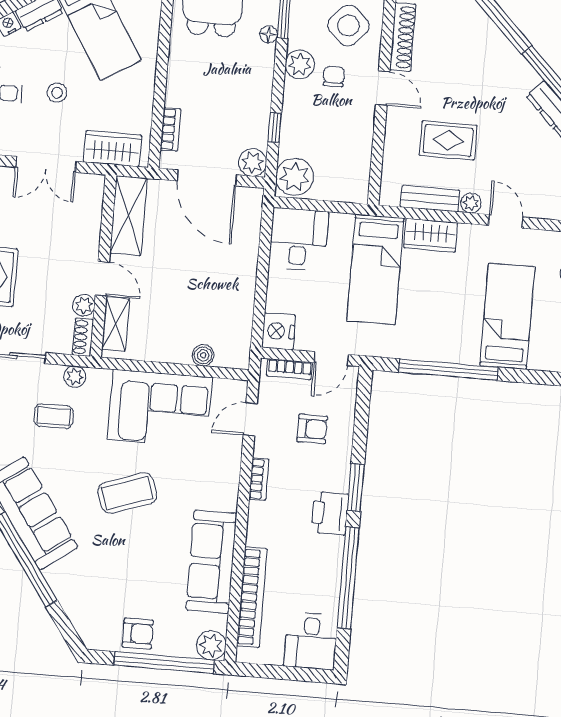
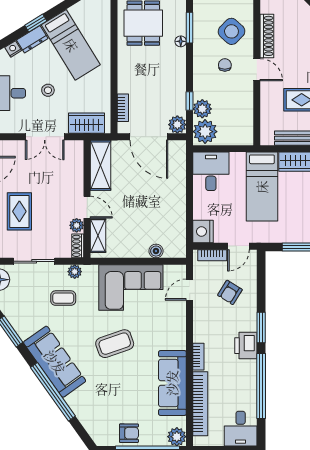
plant: (300, 64) -> (202, 109), moved
armchair: (312, 429) -> (230, 292), turned 122
bookcase: (259, 479) -> (198, 357), moved

